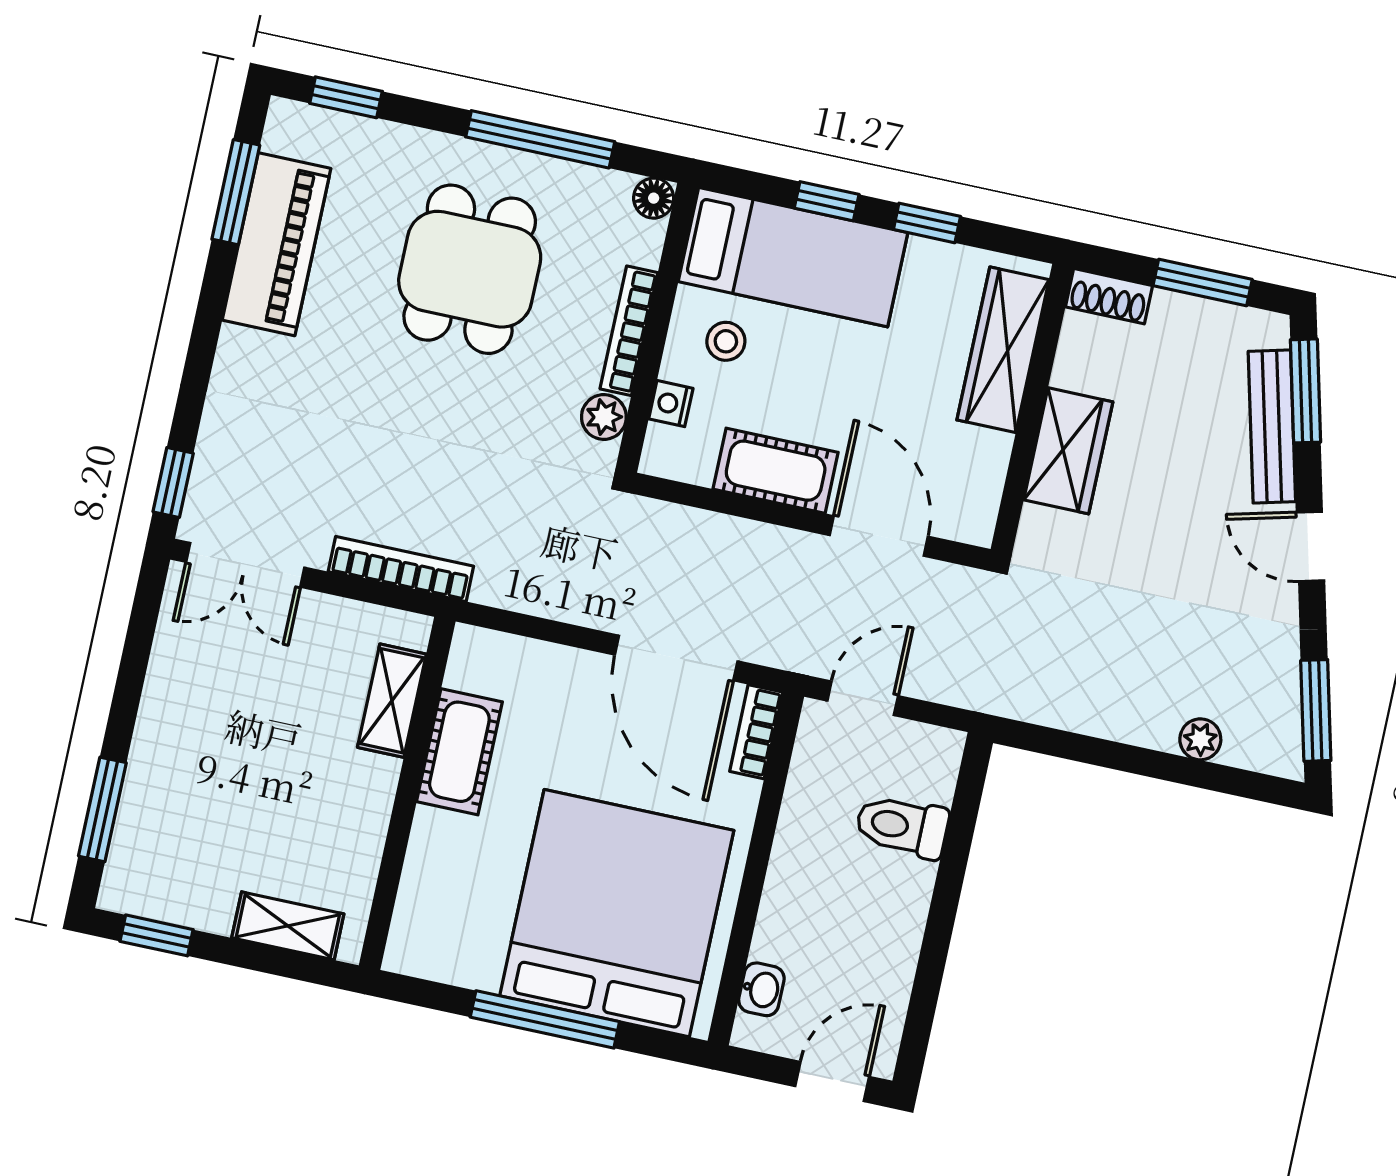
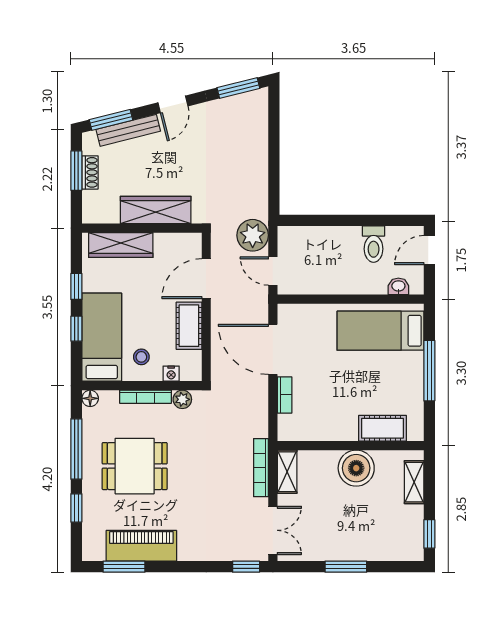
window: (346, 97) -> (76, 508), moved
shoe rack: (1109, 296) -> (90, 172), moved
wardrobe: (1068, 451) -> (156, 210), width x1.50
door: (676, 658) -> (273, 349), swing flipped
shelving: (392, 701) -> (287, 472), moved, turned 90
bookcase: (756, 732) -> (285, 395), moved, turned -90
plant: (1200, 739) -> (253, 235), moved, width x1.87, depth x1.87
cot: (459, 752) -> (382, 428), moved
boiler: (351, 795) -> (356, 468), added
window: (102, 809) -> (346, 567), moved
toilet: (902, 826) -> (374, 244), moved
bed: (617, 913) -> (380, 331), width x0.49
door: (832, 1081) -> (429, 250), hinge flipped

